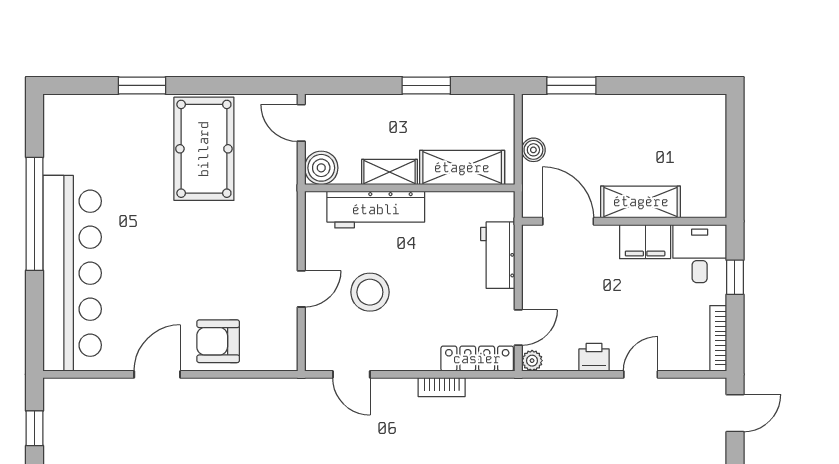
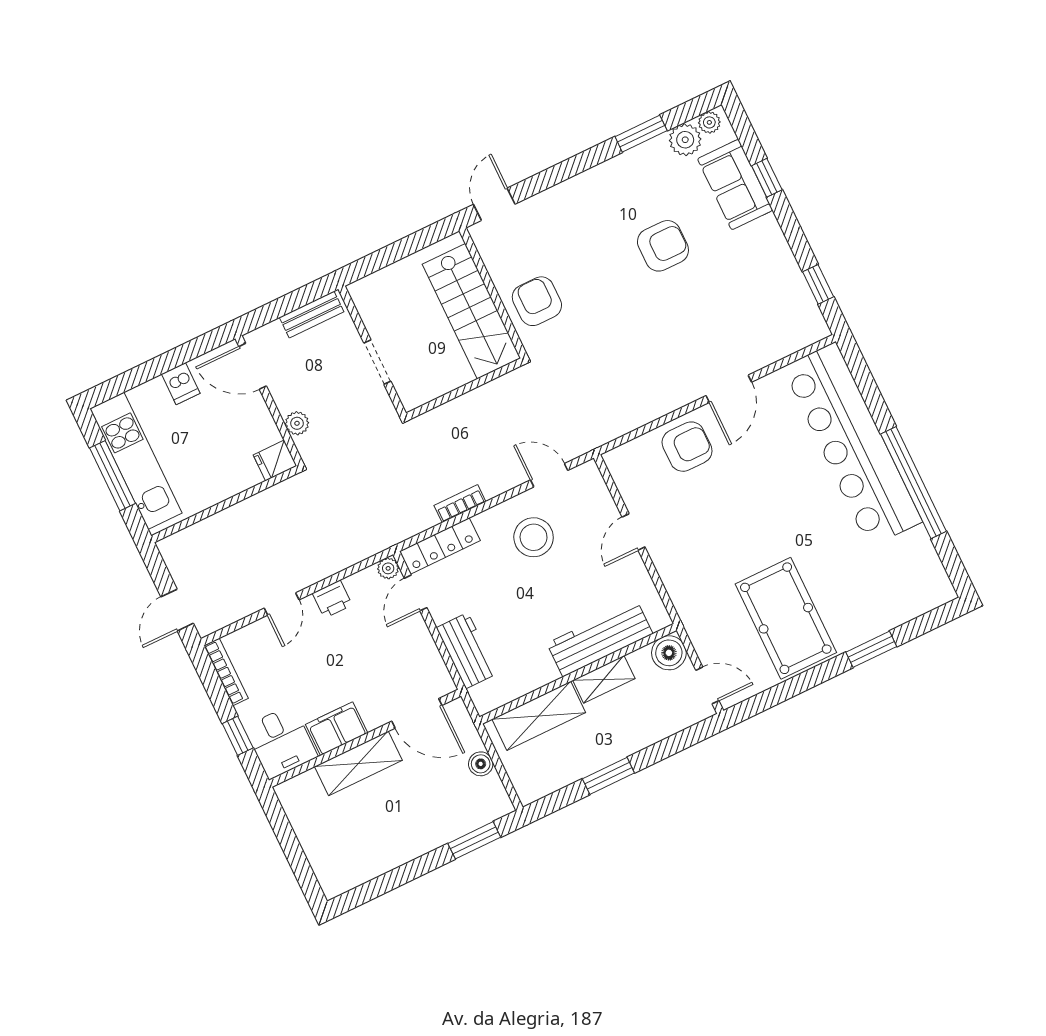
stool: (370, 292) -> (534, 537), moved

